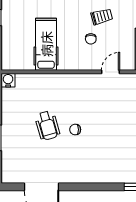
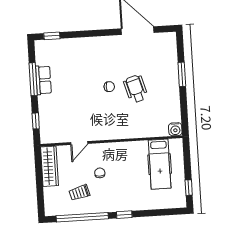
trolley: (102, 17) -> (79, 193), moved
hospital bed: (46, 44) -> (160, 164), moved

